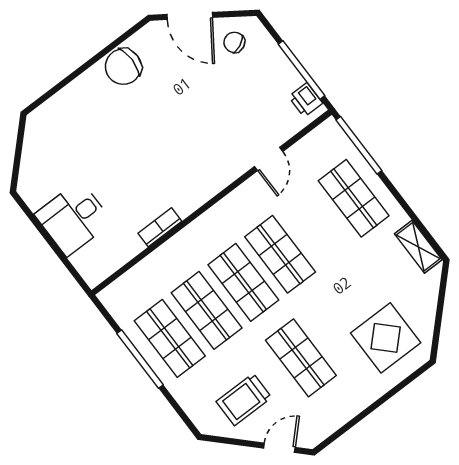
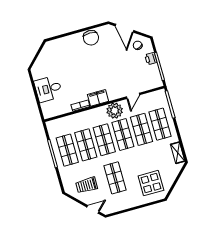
chair: (123, 67) -> (91, 38), turned -90
printer: (305, 100) -> (151, 59), moved
filing cabinet: (192, 194) -> (98, 98), added
plant: (241, 208) -> (115, 111), added
shop shelf: (317, 226) -> (141, 129), added

